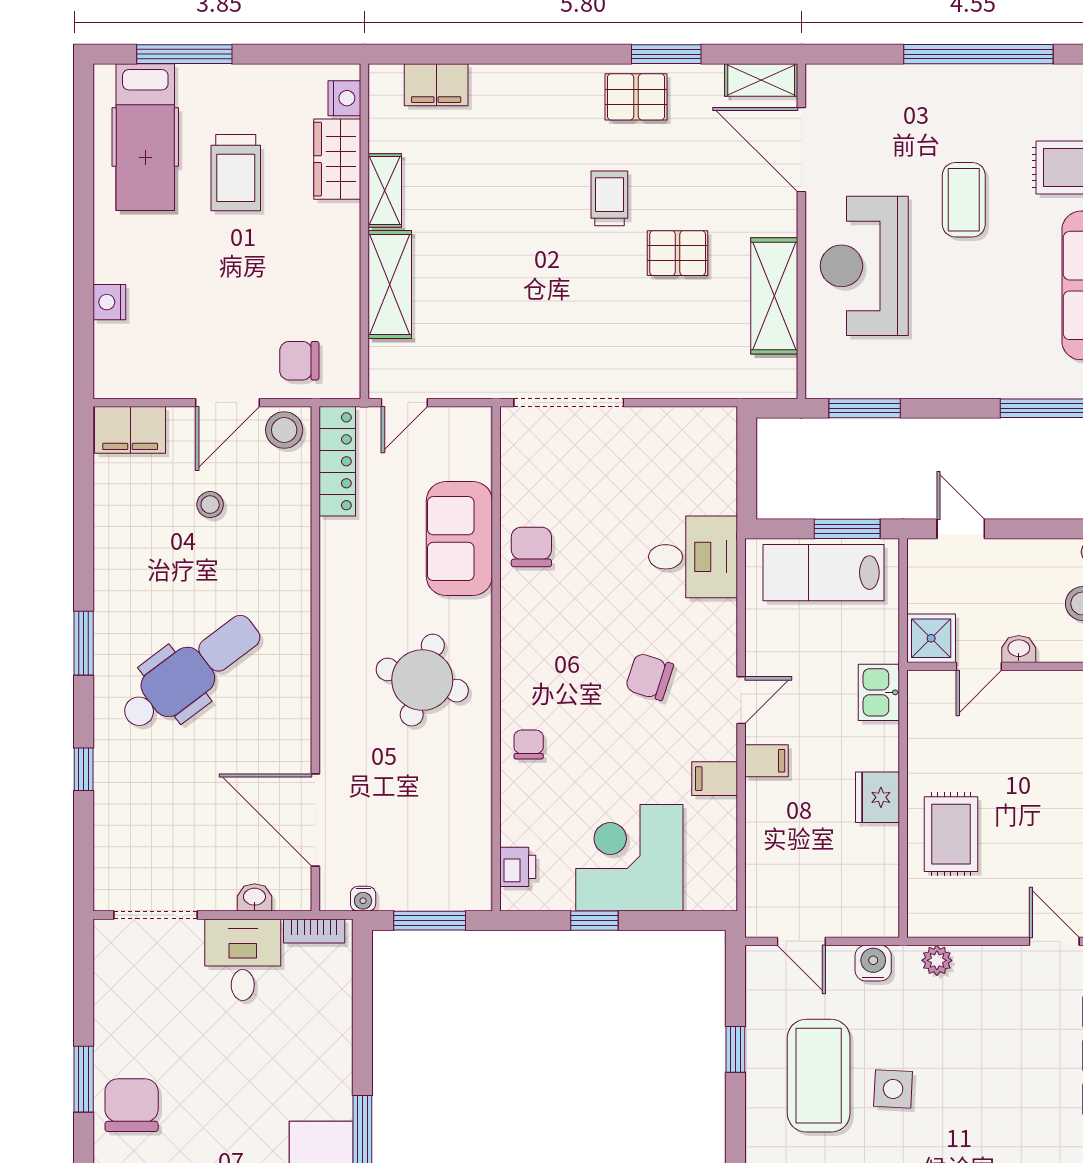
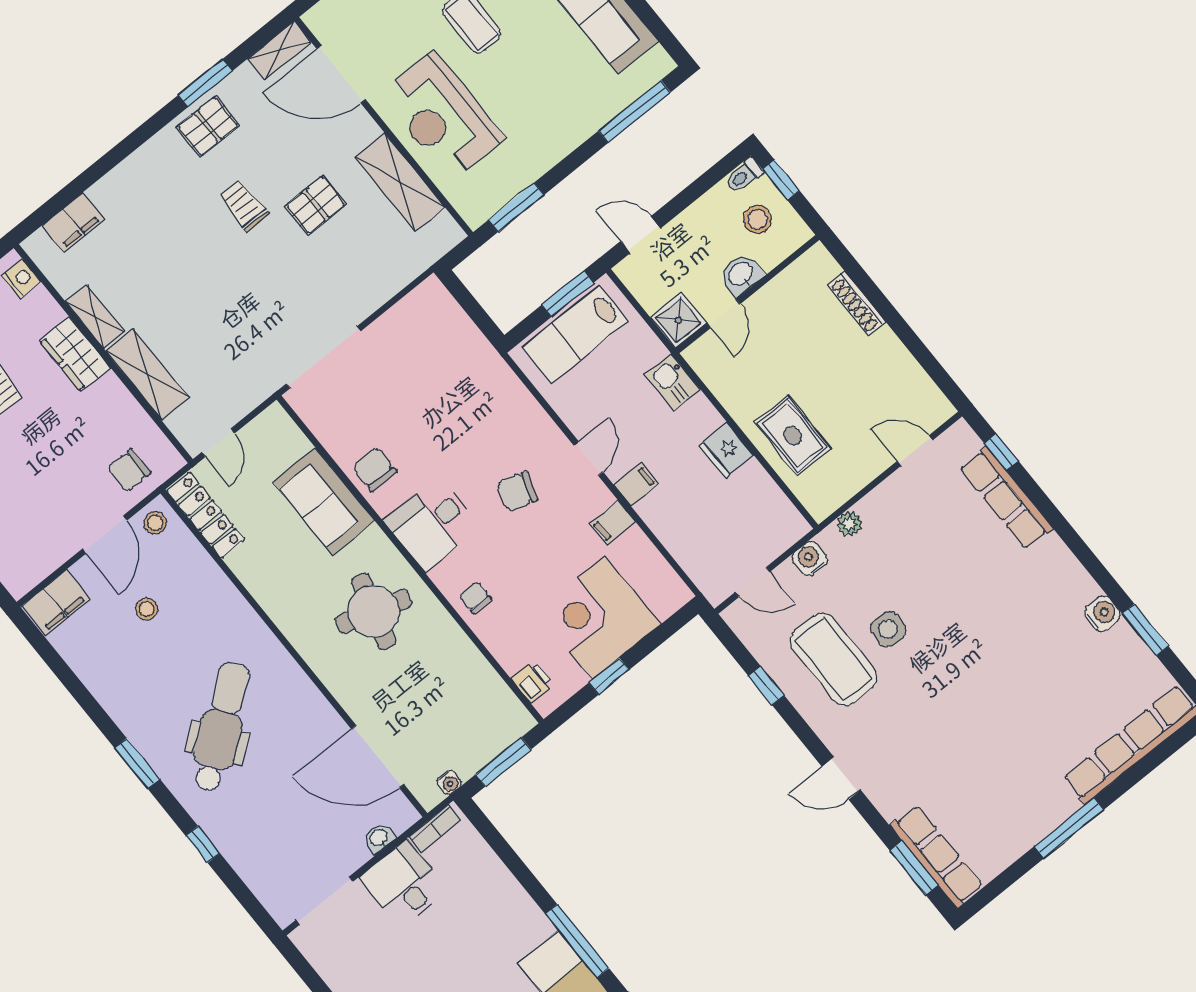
wardrobe: (337, 159) -> (75, 354), moved
stool: (284, 430) -> (155, 523), width x0.73, depth x0.73
desk: (693, 557) -> (432, 524), moved, turned 180
washbasin: (1019, 649) -> (741, 274), width x1.38, depth x1.45

